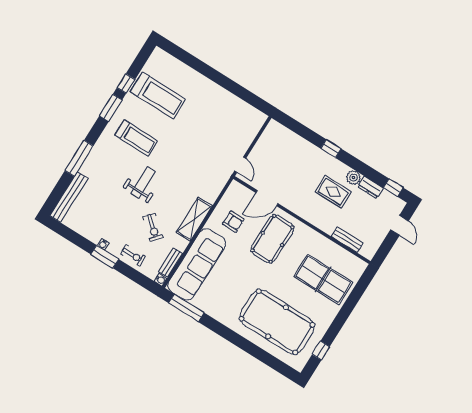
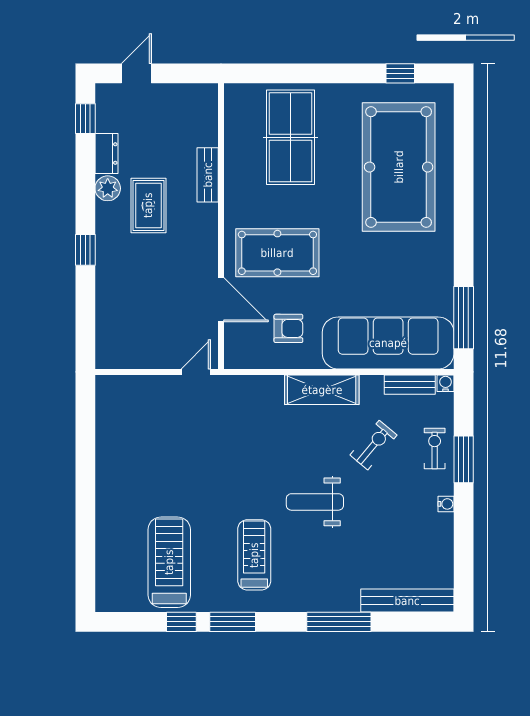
armchair: (233, 222) -> (288, 328), turned 90
bench: (347, 240) -> (208, 175), moved
window: (105, 257) -> (464, 459), moved

